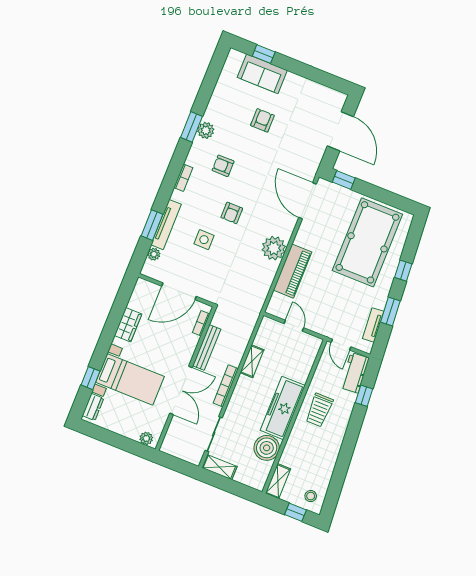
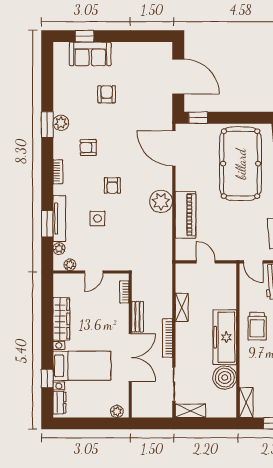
plant: (158, 275) -> (70, 265), added
door: (179, 291) -> (94, 272), width x0.53
wardrobe: (128, 325) -> (61, 319), width x1.50
bench: (207, 347) -> (138, 317), width x0.73

